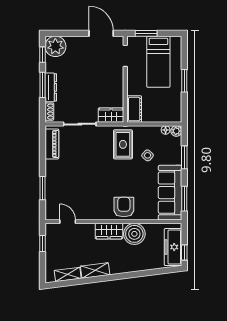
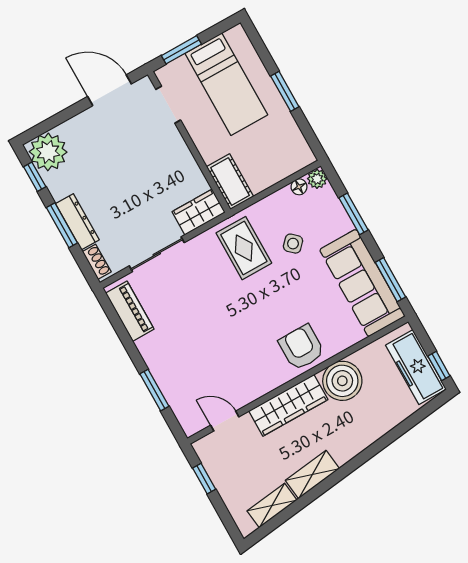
wardrobe: (109, 231) -> (288, 405), width x1.50

